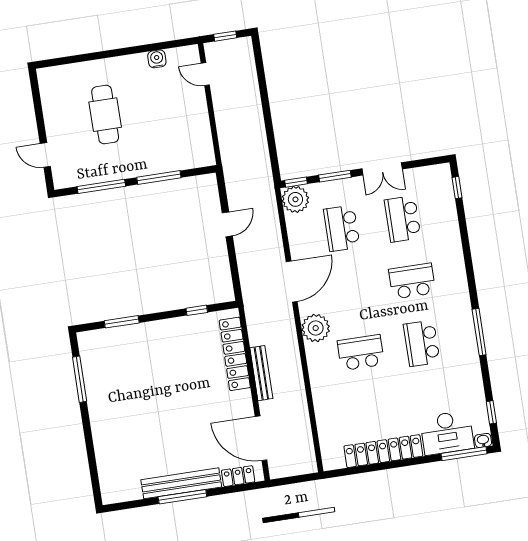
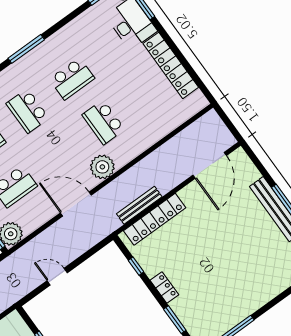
window: (479, 332) -> (26, 49), moved
bench: (261, 373) -> (139, 205), moved
locker: (238, 476) -> (164, 287), moved, turned 180

